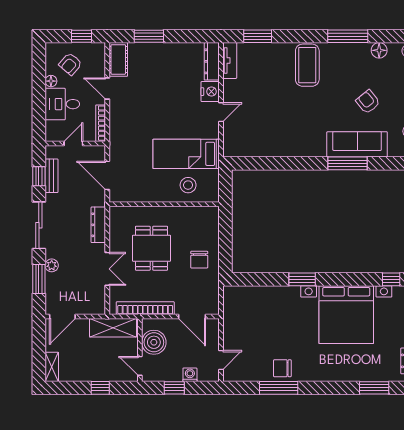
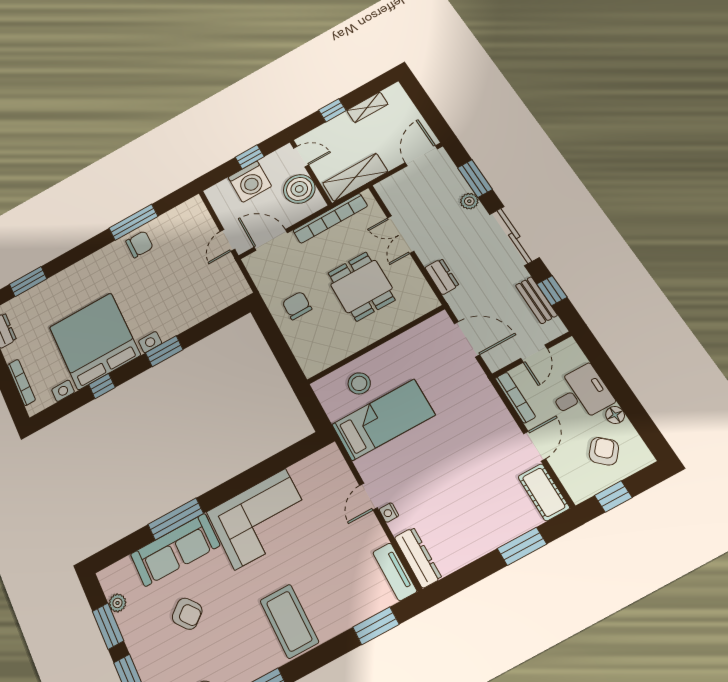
door: (107, 88) -> (535, 446), hinge flipped
nightstand: (210, 92) -> (389, 513), width x0.53, depth x0.56
corner sofa: (294, 135) -> (260, 519), added
dresser: (98, 225) -> (442, 277), width x0.70
window: (391, 279) -> (102, 386), moved
door: (221, 360) -> (227, 240), moved
shelving: (52, 367) -> (367, 107), moved, turned 90
washing machine: (190, 375) -> (250, 182), width x1.89, depth x1.89

